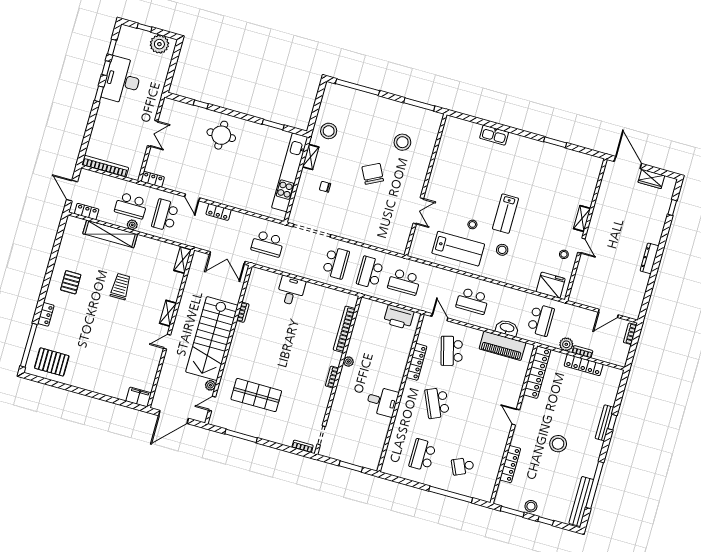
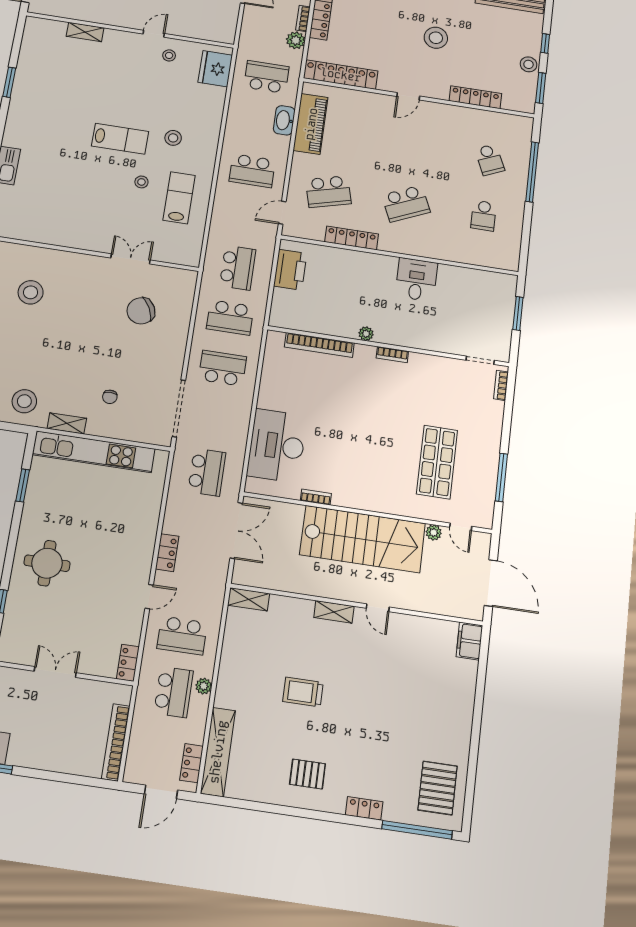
chair: (373, 174) -> (141, 311), moved
shelving: (582, 219) -> (85, 32), moved
shelving: (110, 234) -> (218, 752), moved
lab bench: (458, 249) -> (179, 198), width x0.73, depth x0.72
desk: (291, 291) -> (277, 446), width x1.87, depth x1.30
school desk: (472, 301) -> (252, 171), turned 90
school desk: (423, 455) -> (484, 216), width x0.54

